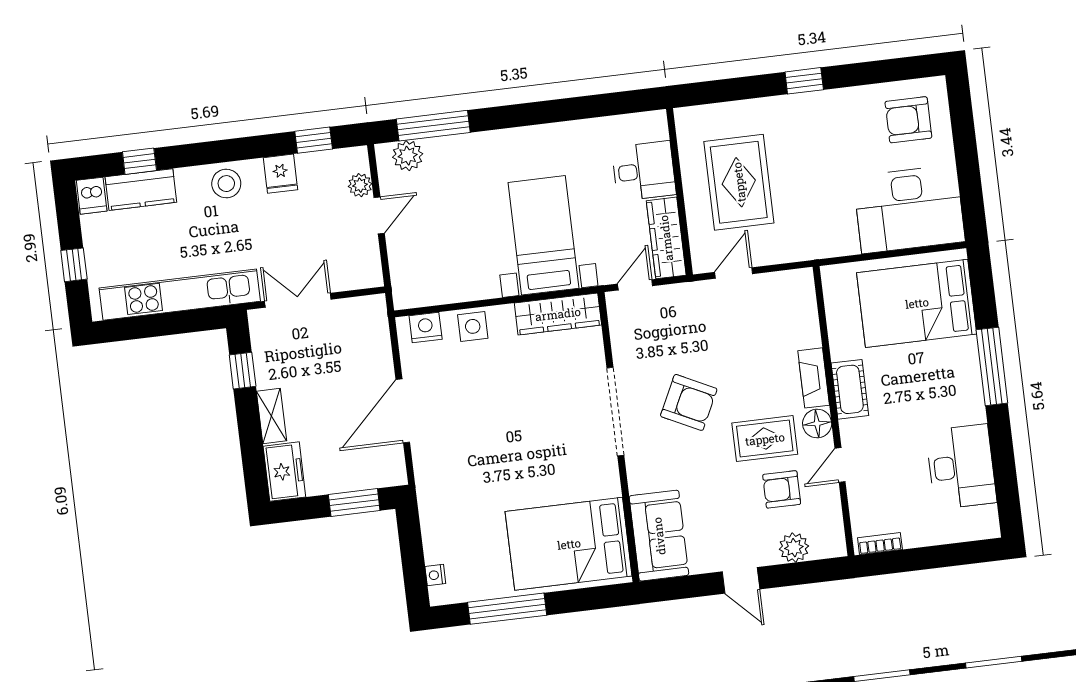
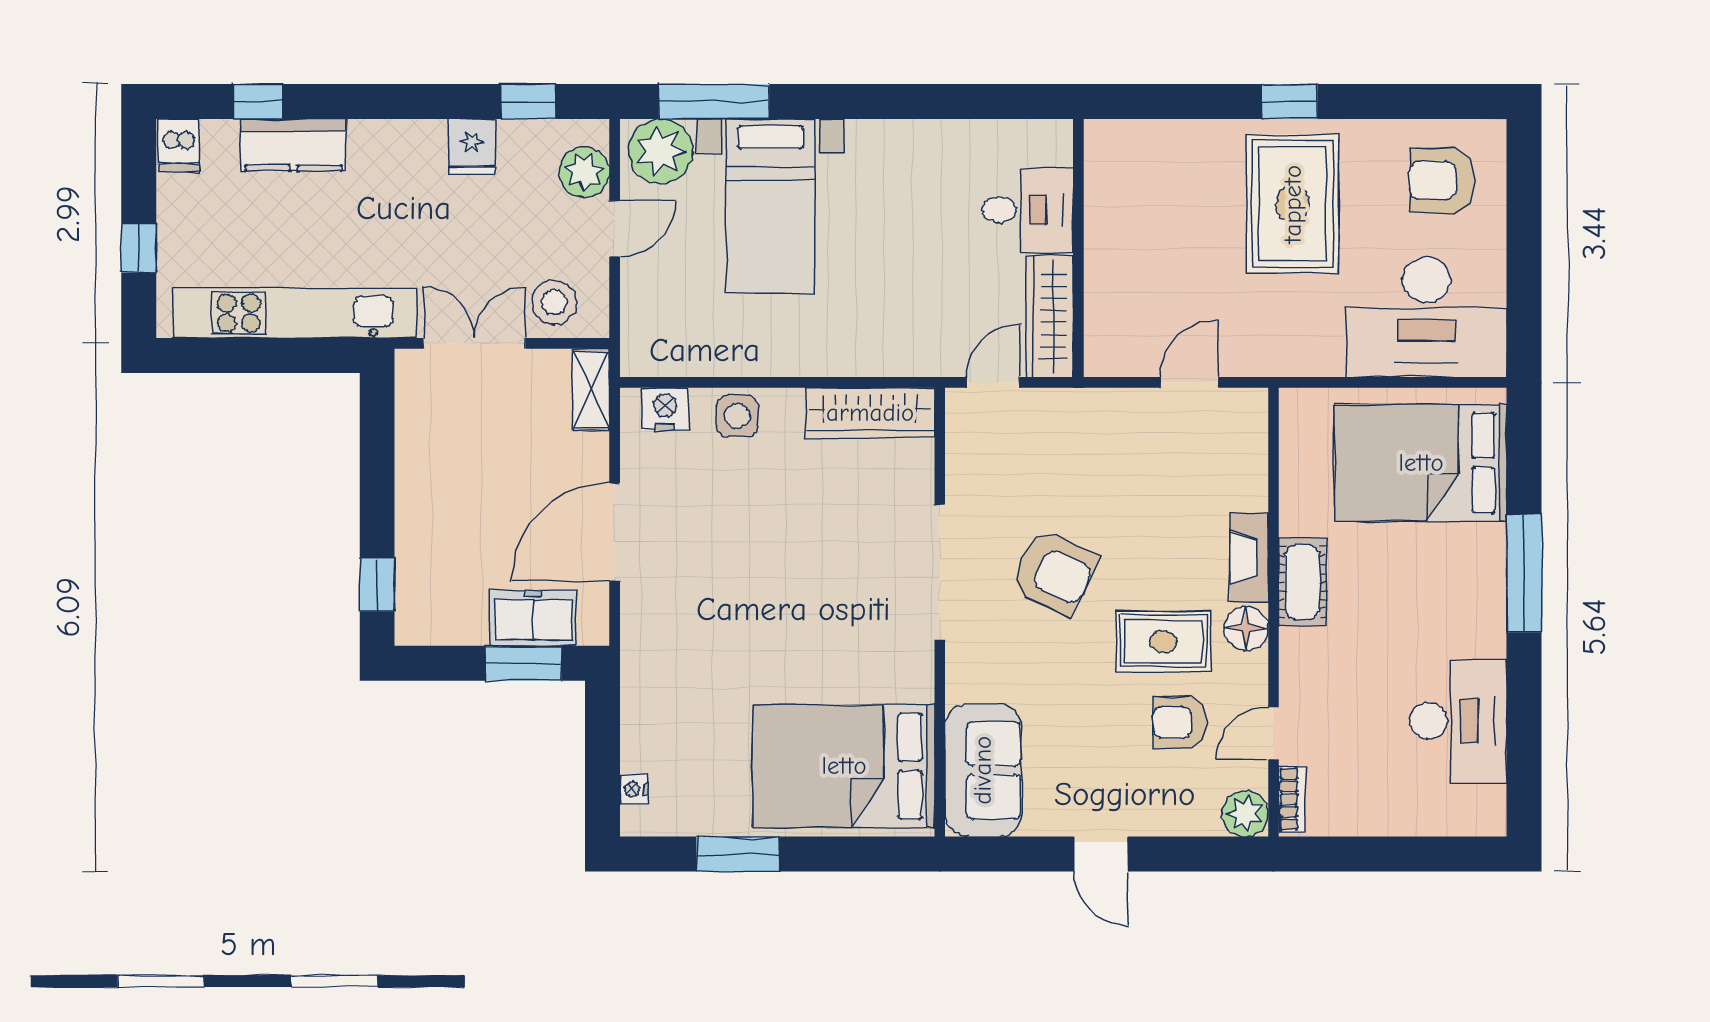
plant: (408, 156) -> (661, 151), width x1.36, depth x1.36
rug: (739, 182) -> (1293, 204), moved
stool: (226, 184) -> (554, 302), moved
plant: (360, 185) -> (584, 172), width x1.38, depth x1.38
kitchen counter: (141, 190) -> (294, 145), moved
bed with nightstands: (543, 235) -> (770, 206), moved, turned 180
door: (734, 273) -> (1189, 382), moved
window: (243, 371) -> (377, 585), moved
shelving: (271, 416) -> (591, 390), moved
door: (840, 465) -> (1274, 733), moved
freezer: (284, 472) -> (533, 618), moved, turned -90
bookcase: (880, 544) -> (1292, 799), moved, turned 90
plant: (794, 548) -> (1245, 814), moved
window: (507, 609) -> (738, 854), width x0.69

